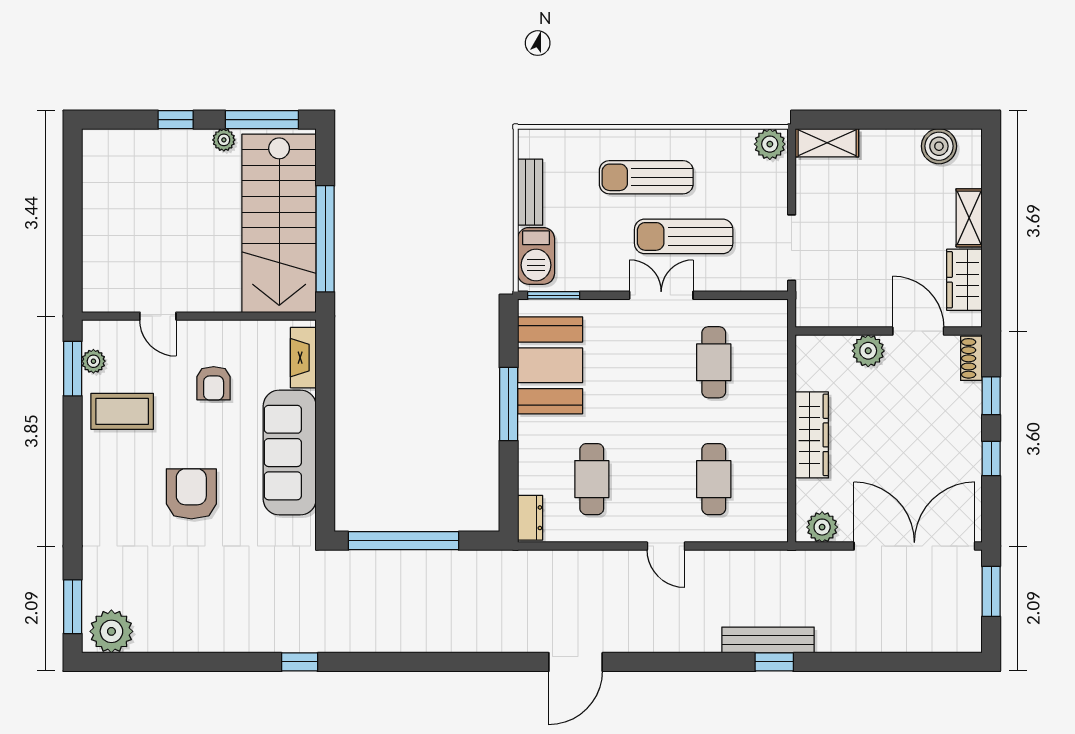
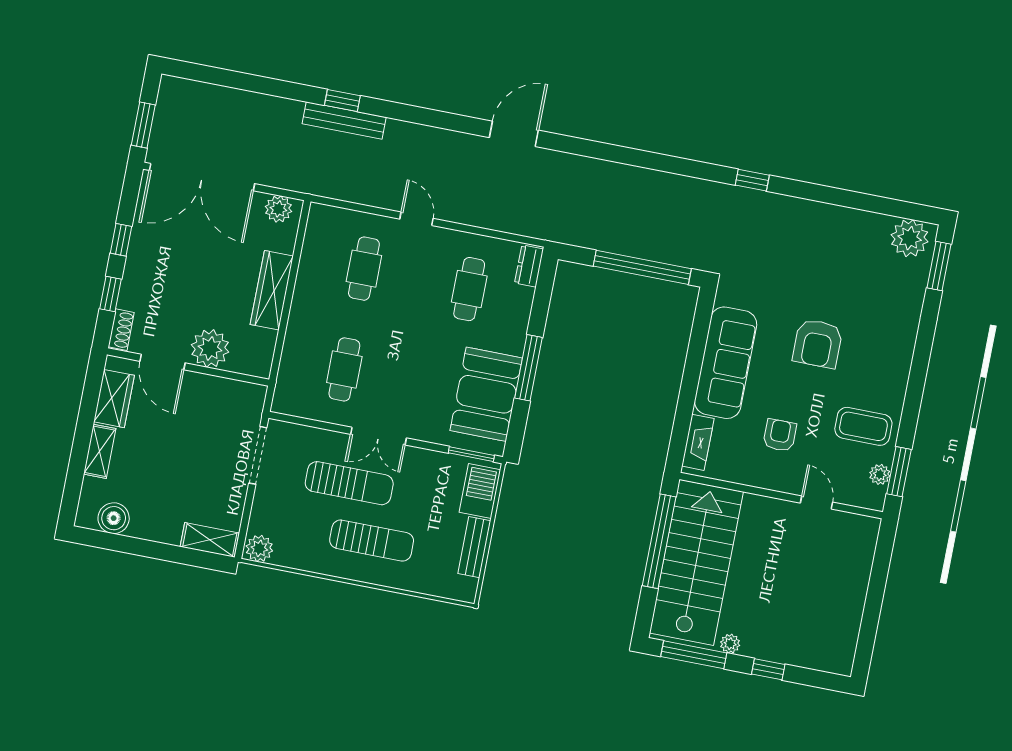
plant: (868, 351) -> (210, 348), width x1.36, depth x1.36

